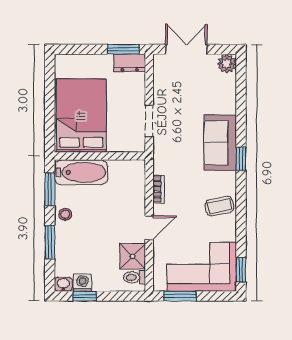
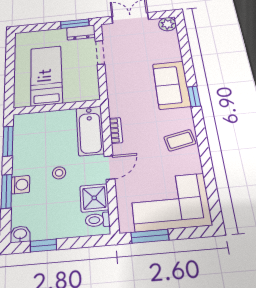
bed: (81, 116) -> (46, 75), width x0.67
doorway: (149, 121) -> (100, 52), moved
bathtub: (81, 172) -> (90, 131), moved, turned 90
stool: (65, 214) -> (59, 173), moved
window: (241, 270) -> (214, 201), removed
washing machine: (82, 283) -> (20, 185), moved, turned 90

